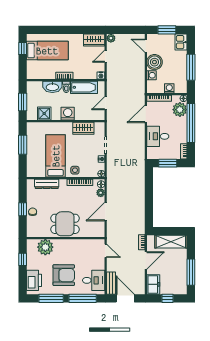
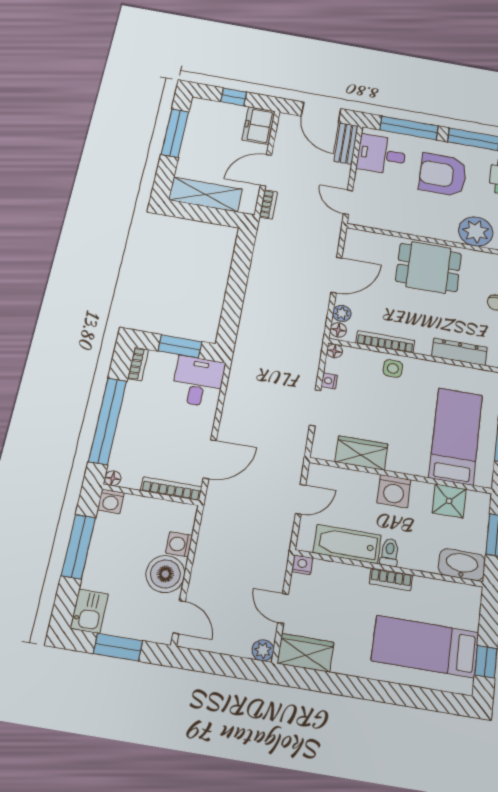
door: (106, 56) -> (283, 609), swing flipped
washbasin: (52, 87) -> (462, 565), moved
washing machine: (169, 88) -> (111, 501), moved
plant: (180, 110) -> (127, 455), removed
desk: (158, 136) -> (198, 381), moved, turned -90
bed: (56, 156) -> (456, 436), moved, turned 180

